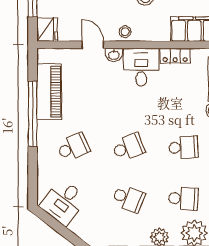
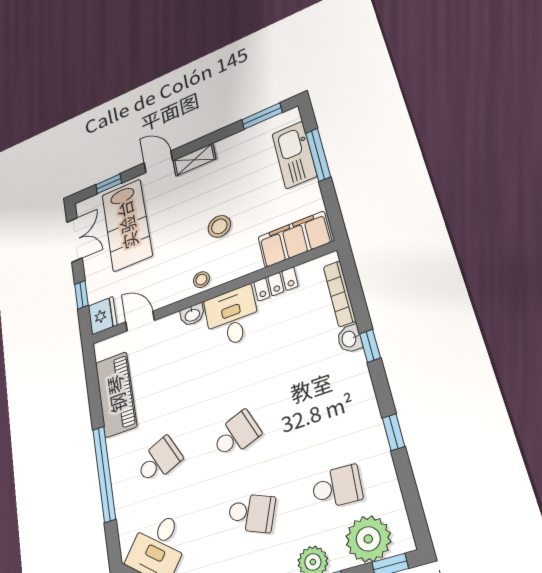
door: (93, 45) -> (140, 321), moved
window: (33, 114) -> (104, 474), moved
school desk: (183, 147) -> (318, 407), removed

